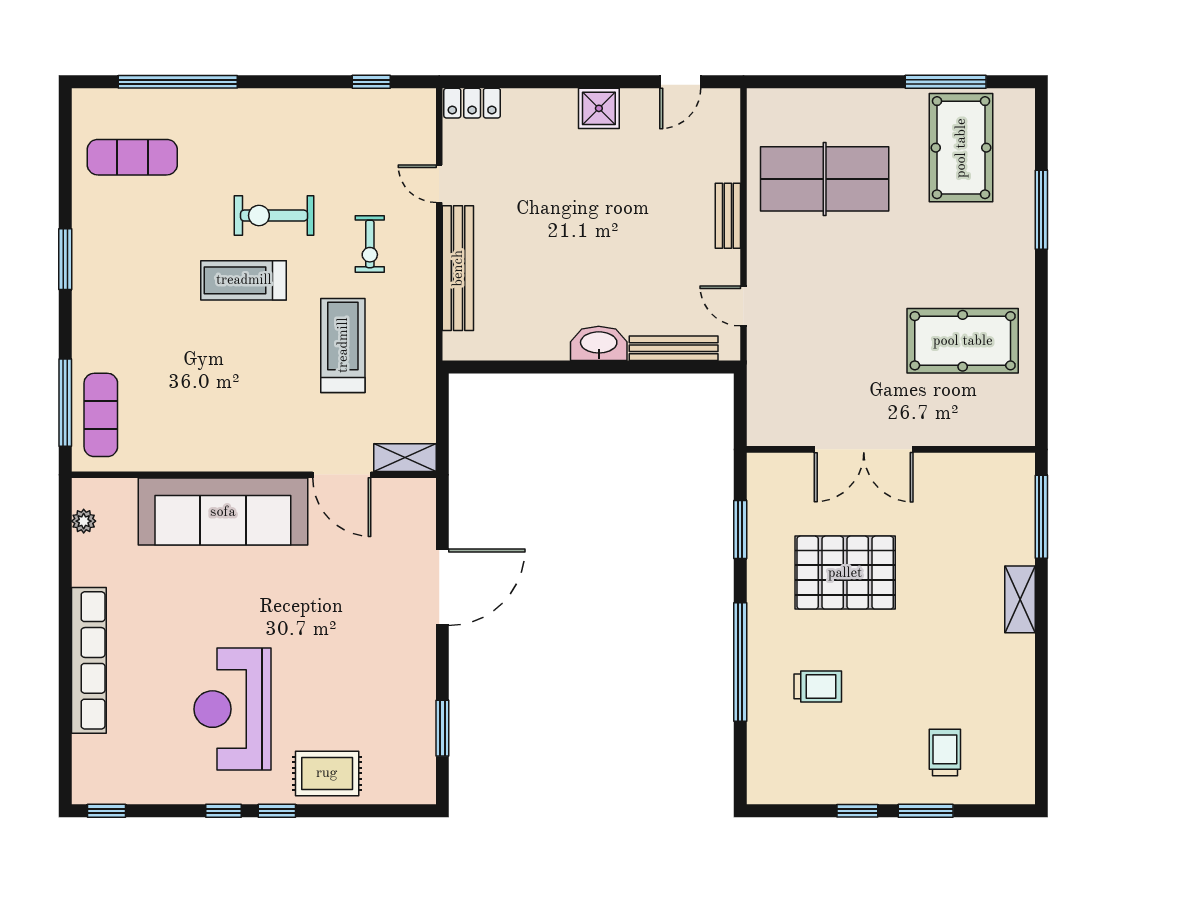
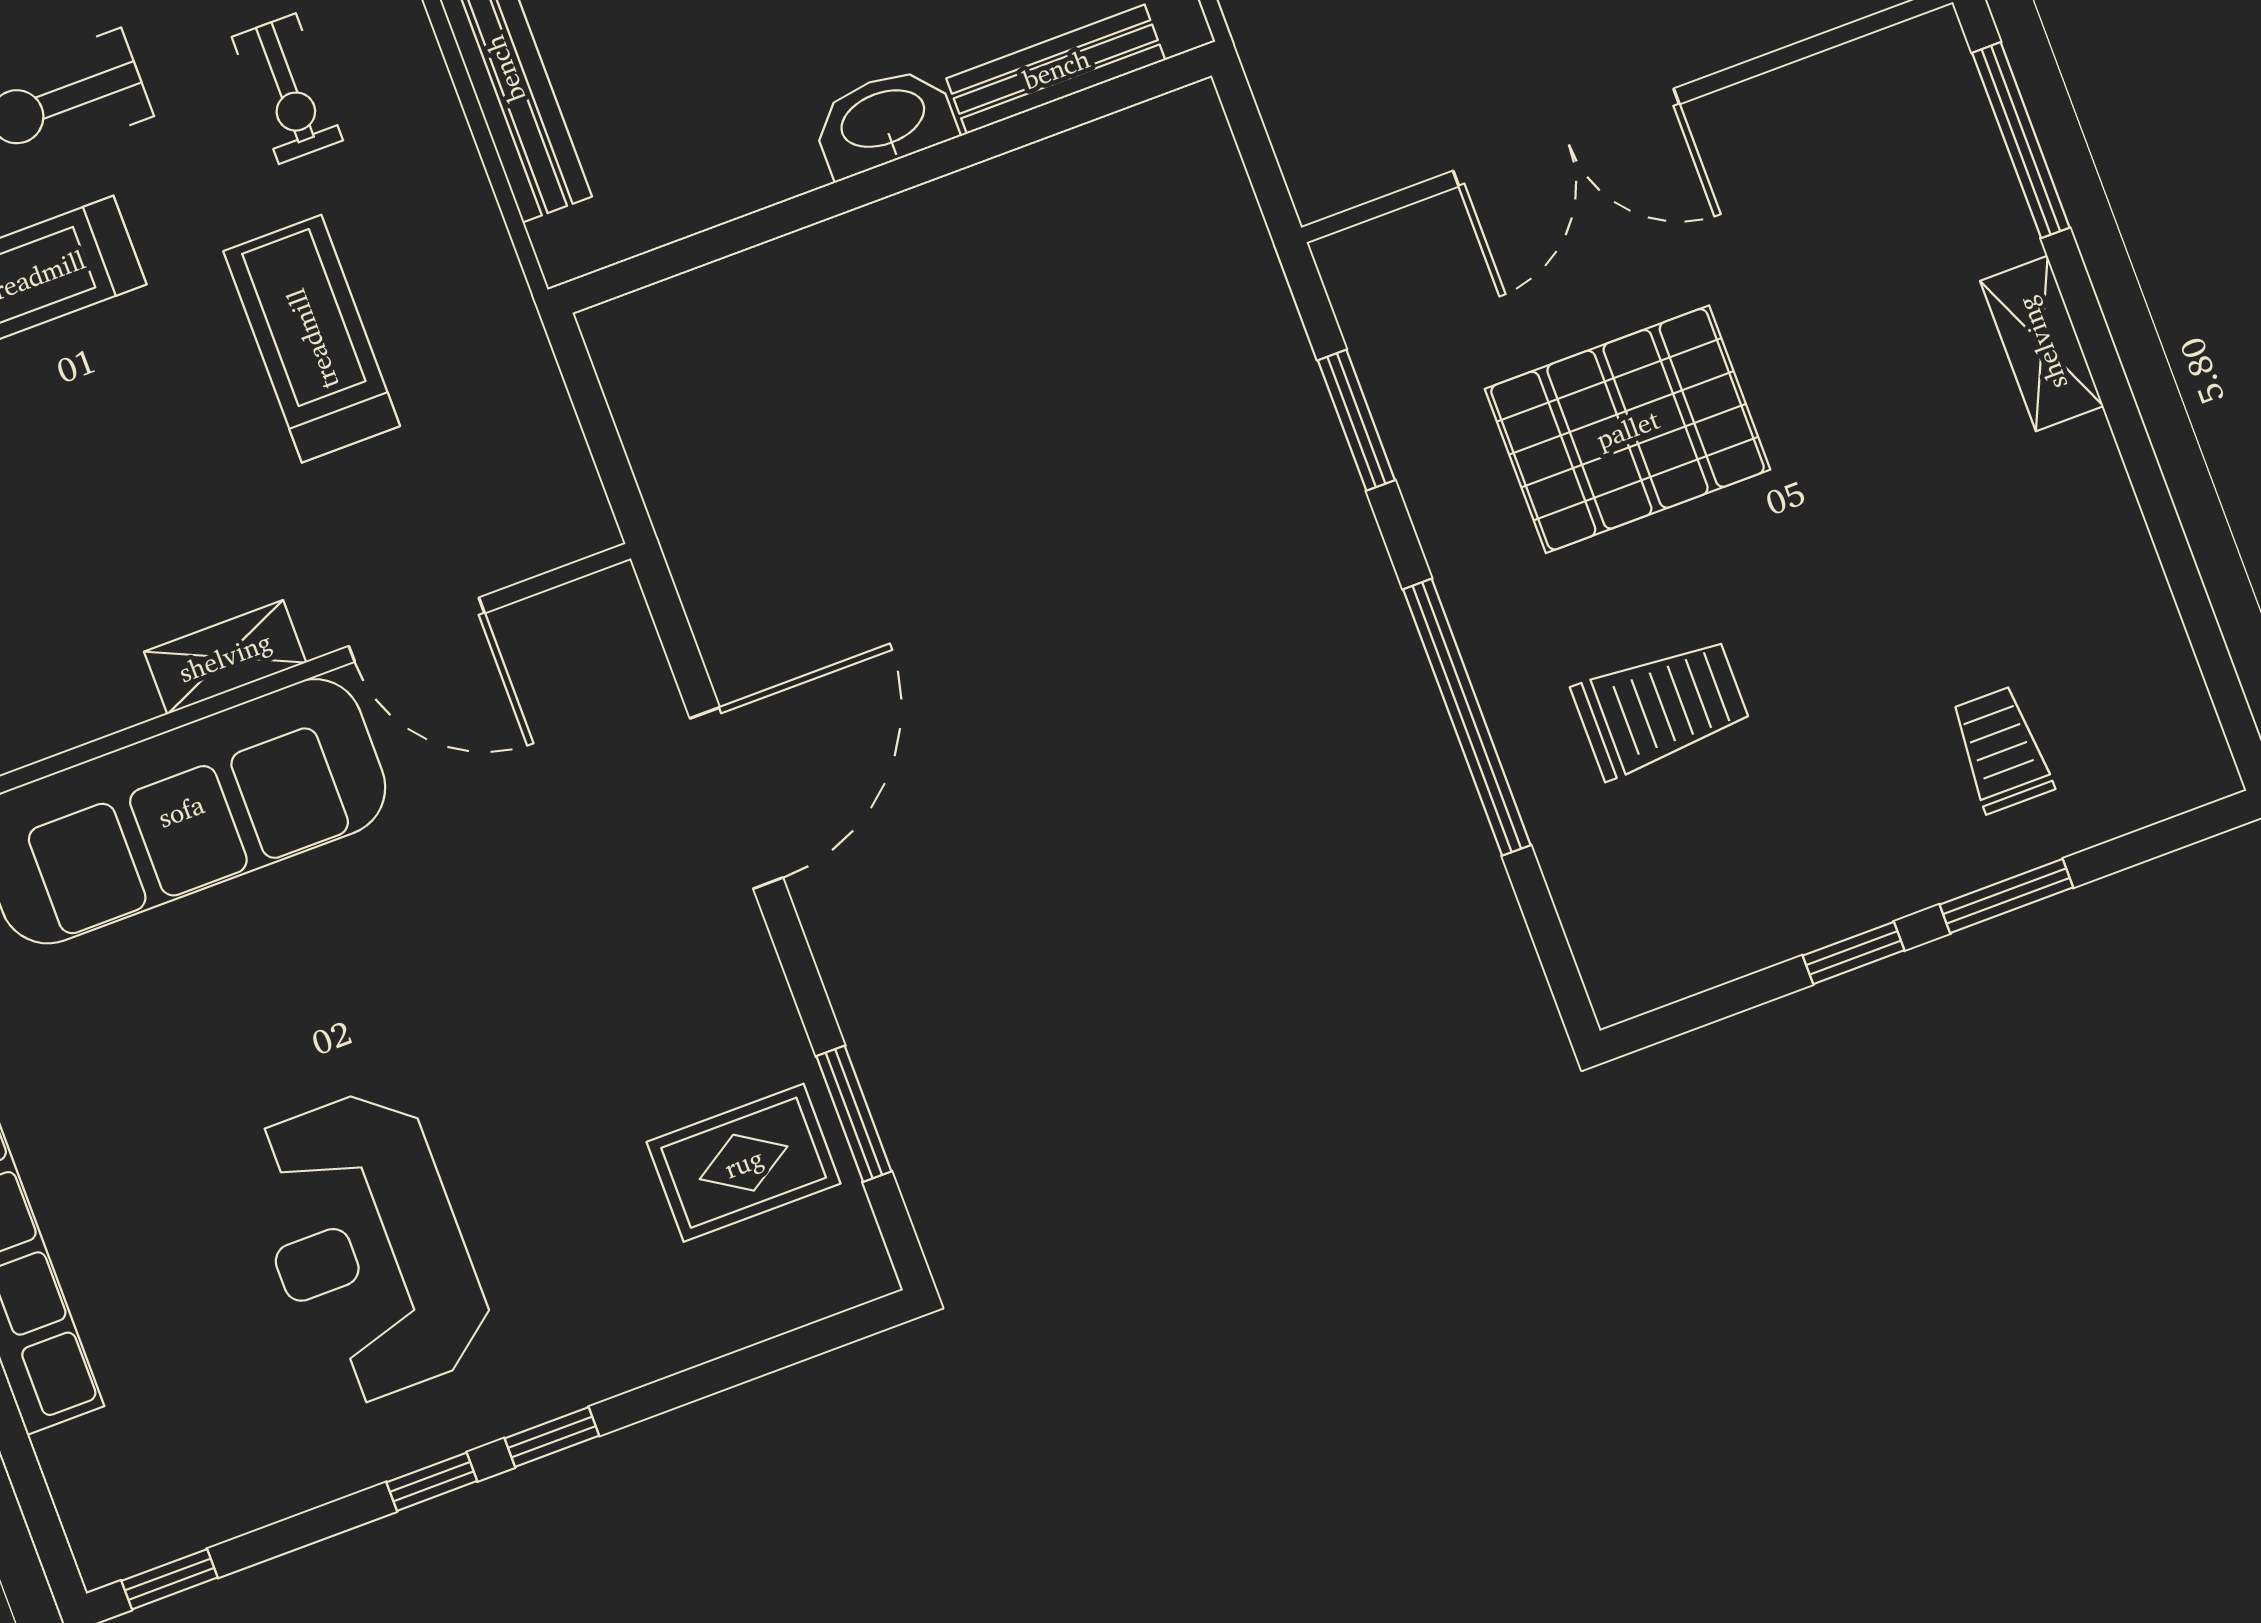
shelving: (405, 458) -> (225, 657), moved
trolley: (818, 686) -> (1661, 707), width x1.36, depth x1.39
rug: (327, 773) -> (744, 1163), moved

